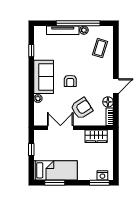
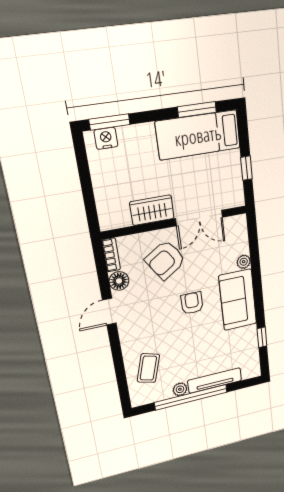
wardrobe: (96, 136) -> (152, 210), moved

